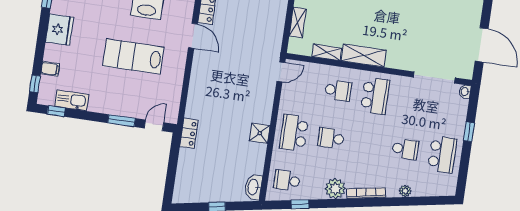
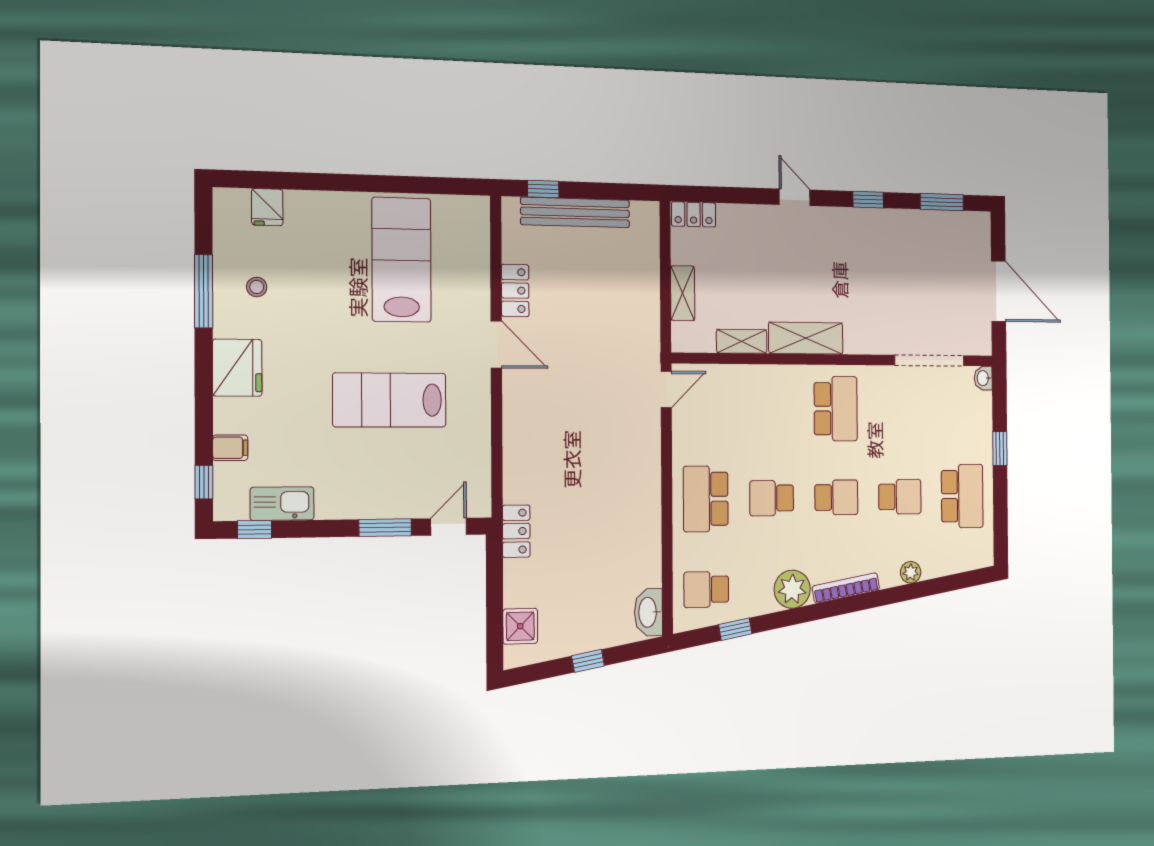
school desk: (338, 90) -> (836, 497), moved
shower: (260, 133) -> (520, 626), moved

